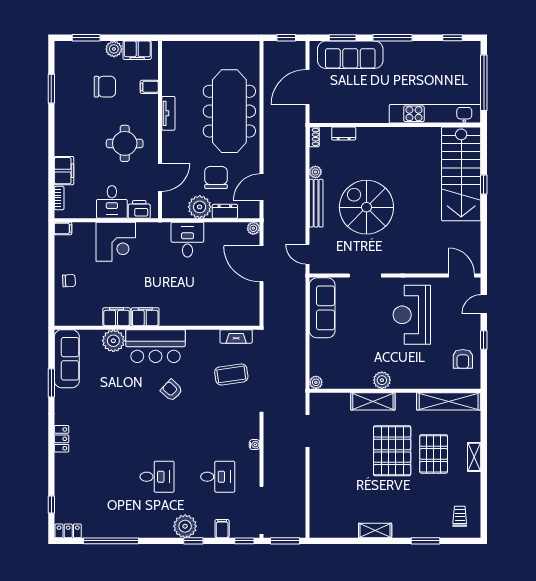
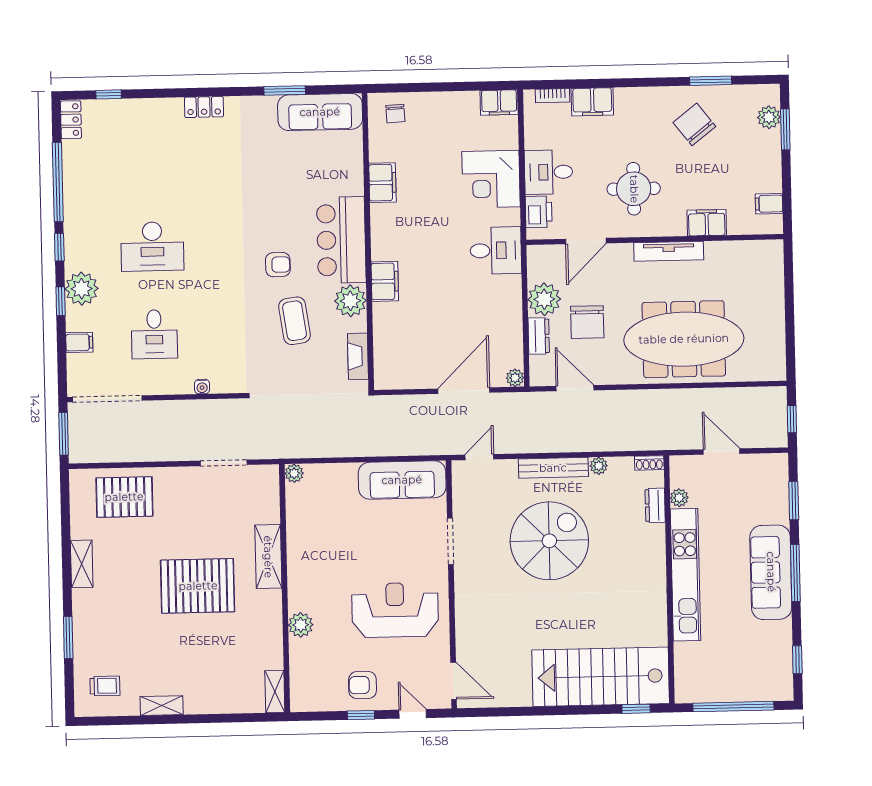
plant: (114, 49) -> (769, 117), moved
filing cabinet: (137, 50) -> (769, 204), width x0.50
sofa: (350, 55) -> (771, 572), moved
chair: (105, 87) -> (694, 124), moved, turned 142
filing cabinet: (149, 87) -> (707, 223), width x2.00
door: (308, 87) -> (721, 452), width x0.73
tv unit: (168, 113) -> (669, 251), width x1.41
kitchen unit: (435, 114) -> (685, 575), moved
plant: (339, 117) -> (679, 498), added
door: (160, 177) -> (586, 241), hinge flipped
chair: (216, 178) -> (587, 322), turned 90
window: (484, 185) -> (636, 709), moved
filing cabinet: (63, 229) -> (499, 102), width x2.00
desk: (187, 240) -> (496, 250), moved
door: (462, 276) -> (454, 681), hinge flipped
chair: (69, 281) -> (395, 114), moved
filing cabinet: (145, 317) -> (385, 281), moved
plant: (113, 341) -> (350, 301), moved
armchair: (463, 359) -> (363, 685), moved
coffee table: (231, 374) -> (295, 321), moved
plant: (382, 380) -> (301, 625), moved
armchair: (172, 390) -> (278, 265), turned 47
shelving: (449, 401) -> (275, 691), width x0.45, depth x0.75
pallet: (434, 454) -> (124, 497), moved
shelving: (474, 457) -> (162, 706), moved
desk: (157, 477) -> (152, 246), width x1.37
window: (244, 541) -> (59, 247), moved

